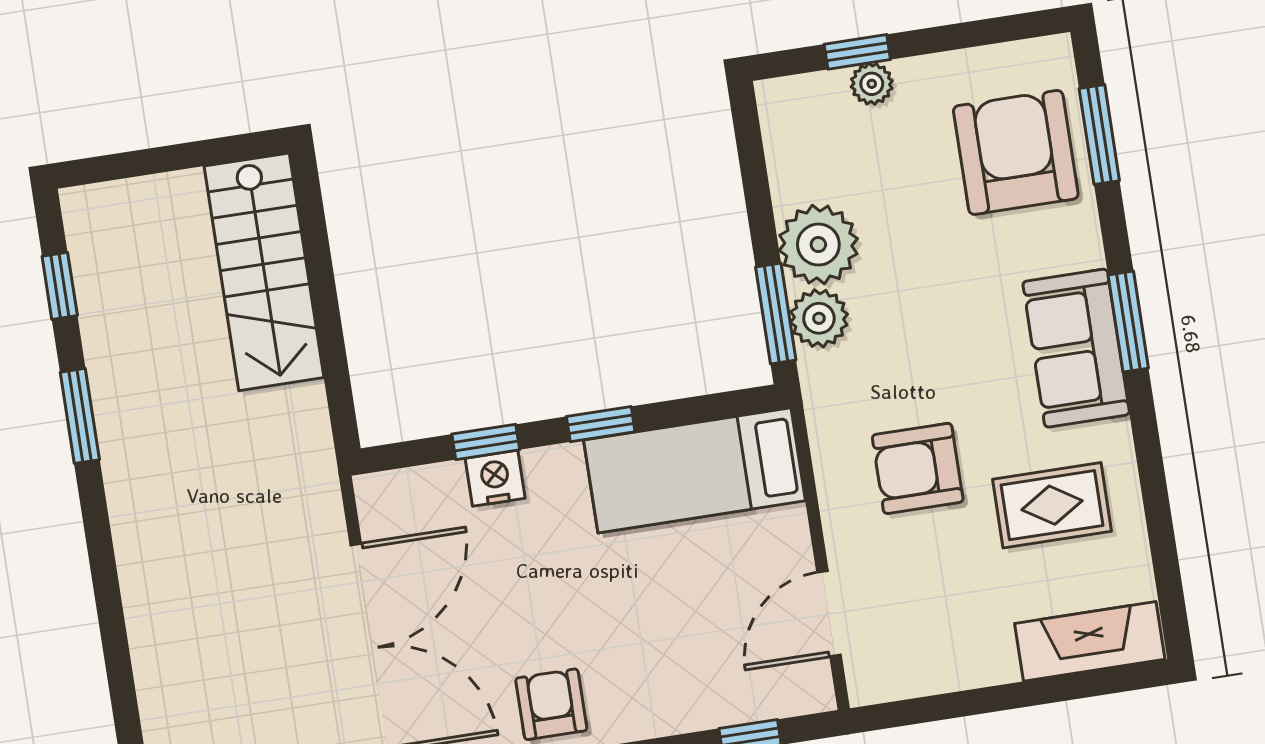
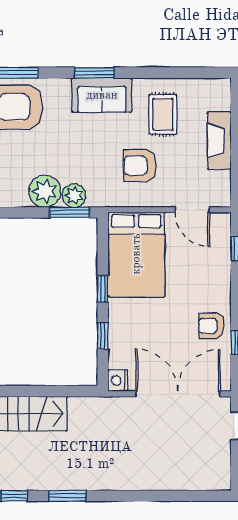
armchair: (918, 468) -> (140, 166), turned 90
bed: (694, 470) -> (136, 254), width x1.50
nightstand: (495, 478) -> (118, 381), moved
fireplace: (1090, 641) -> (219, 141), moved

